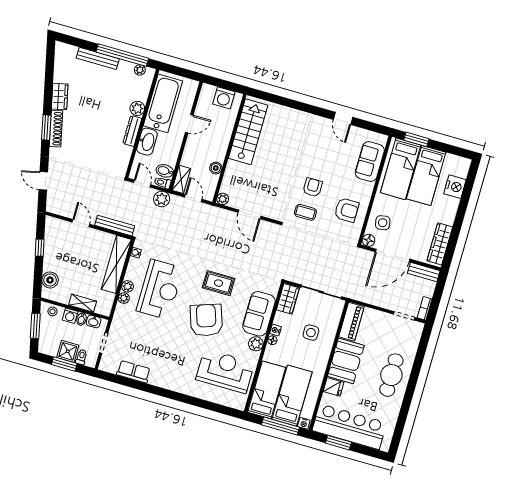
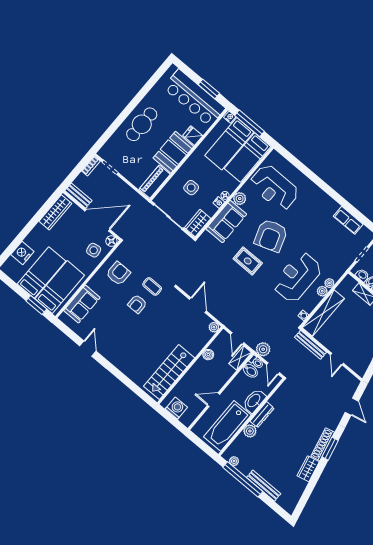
armchair: (347, 210) -> (118, 273), turned 90

